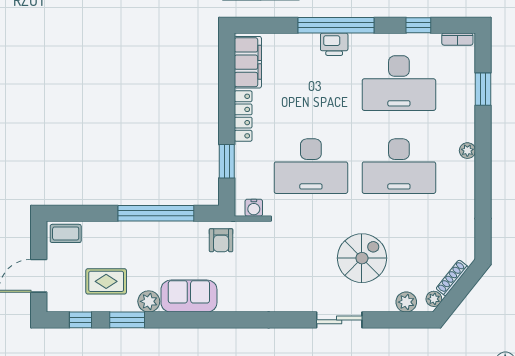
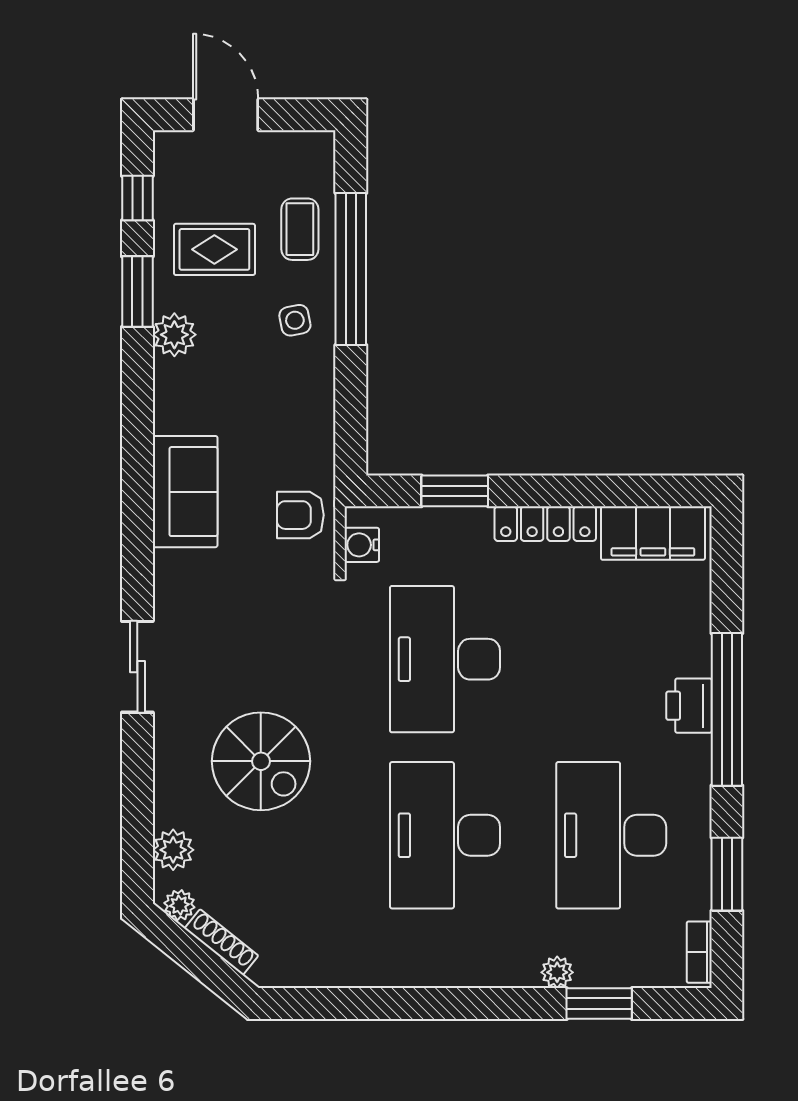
window: (418, 25) -> (727, 874), width x1.50
plant: (467, 151) -> (557, 972), moved
window: (156, 213) -> (351, 269), moved
coffee table: (66, 233) -> (300, 229), moved
armchair: (221, 240) -> (300, 515), moved
side table: (142, 241) -> (295, 320), added
rug: (106, 281) -> (214, 249), turned 90
sofa: (189, 296) -> (185, 492), moved
sliding door: (339, 320) -> (137, 667), moved

